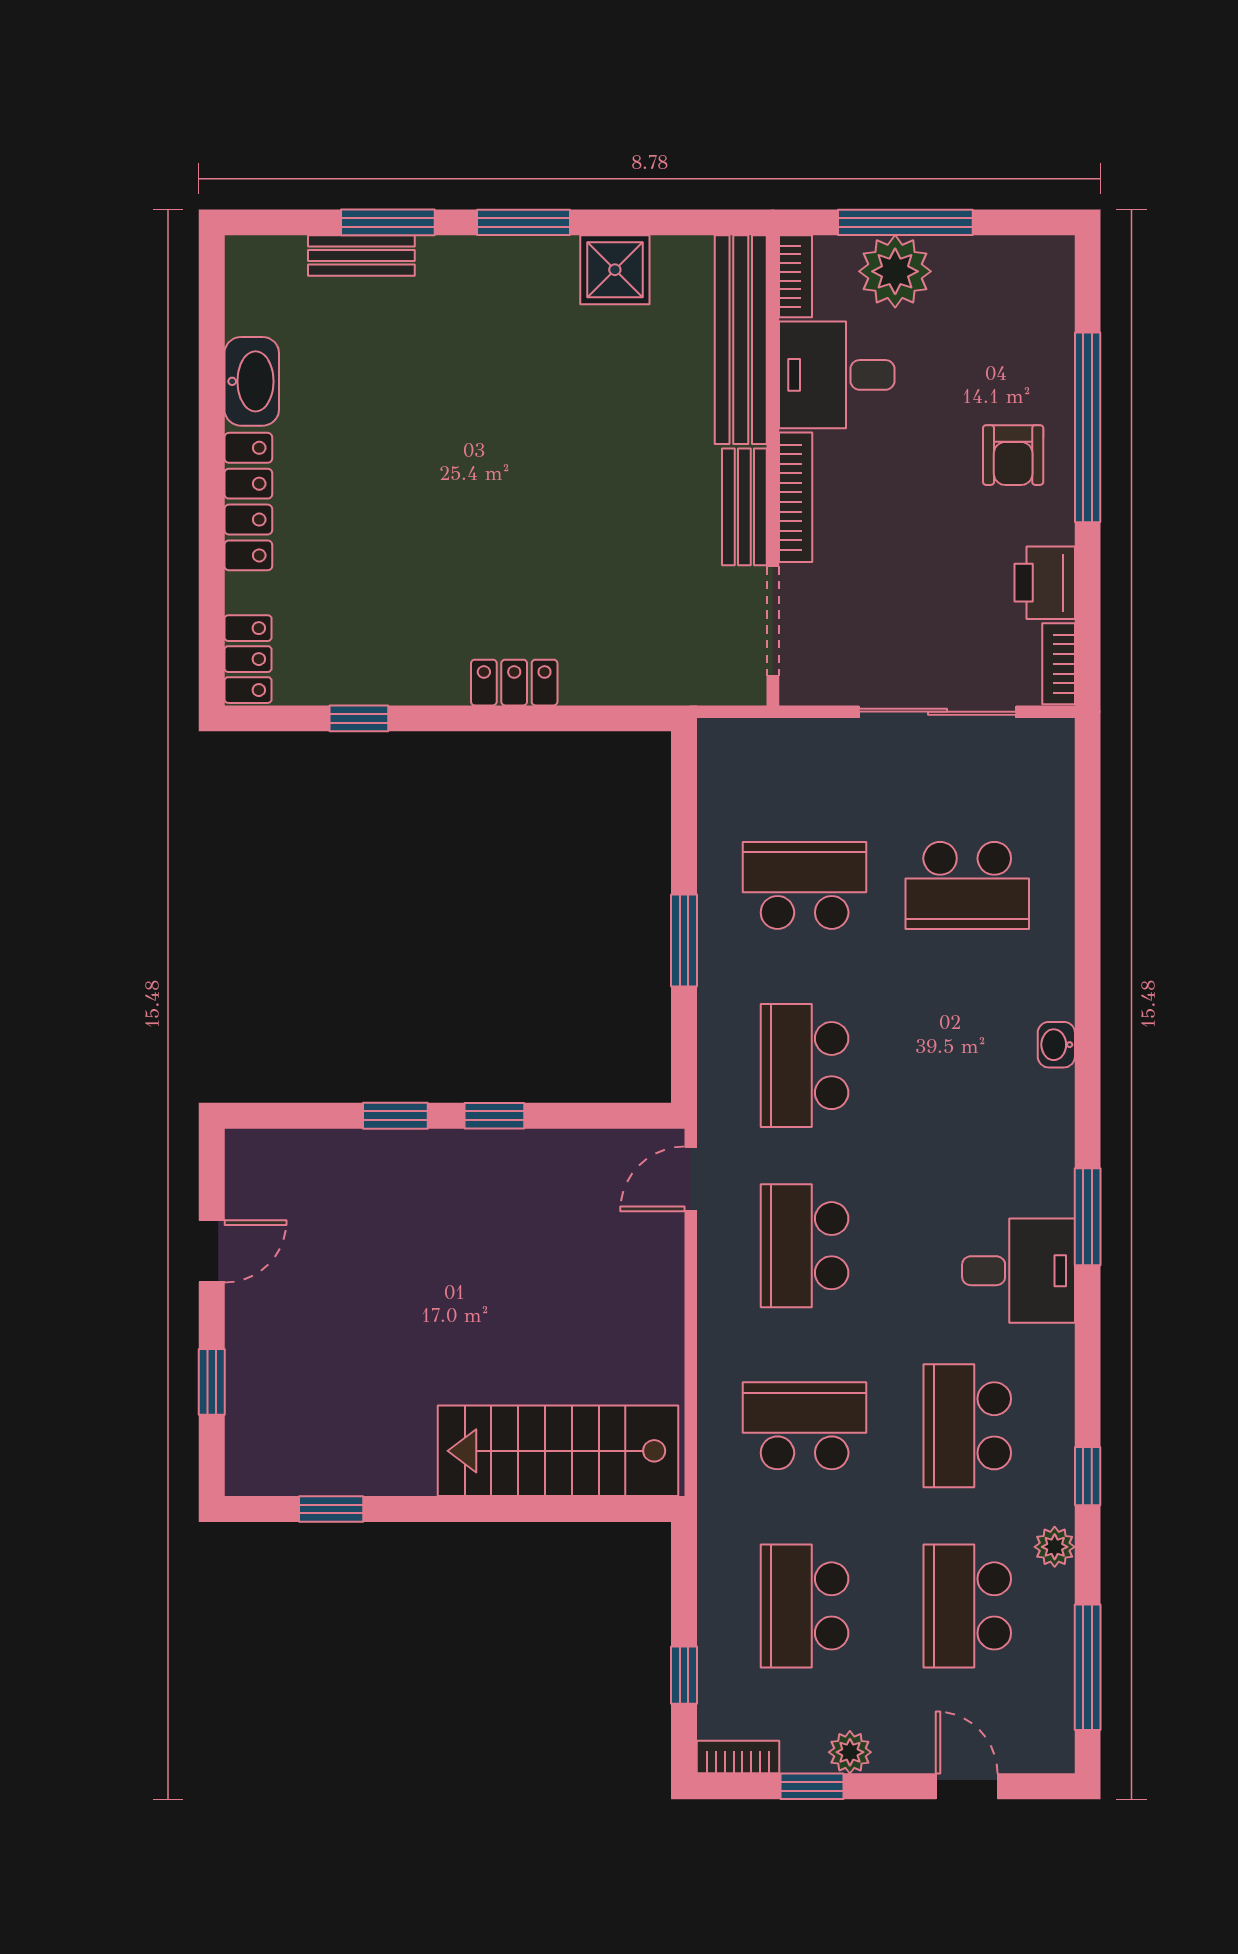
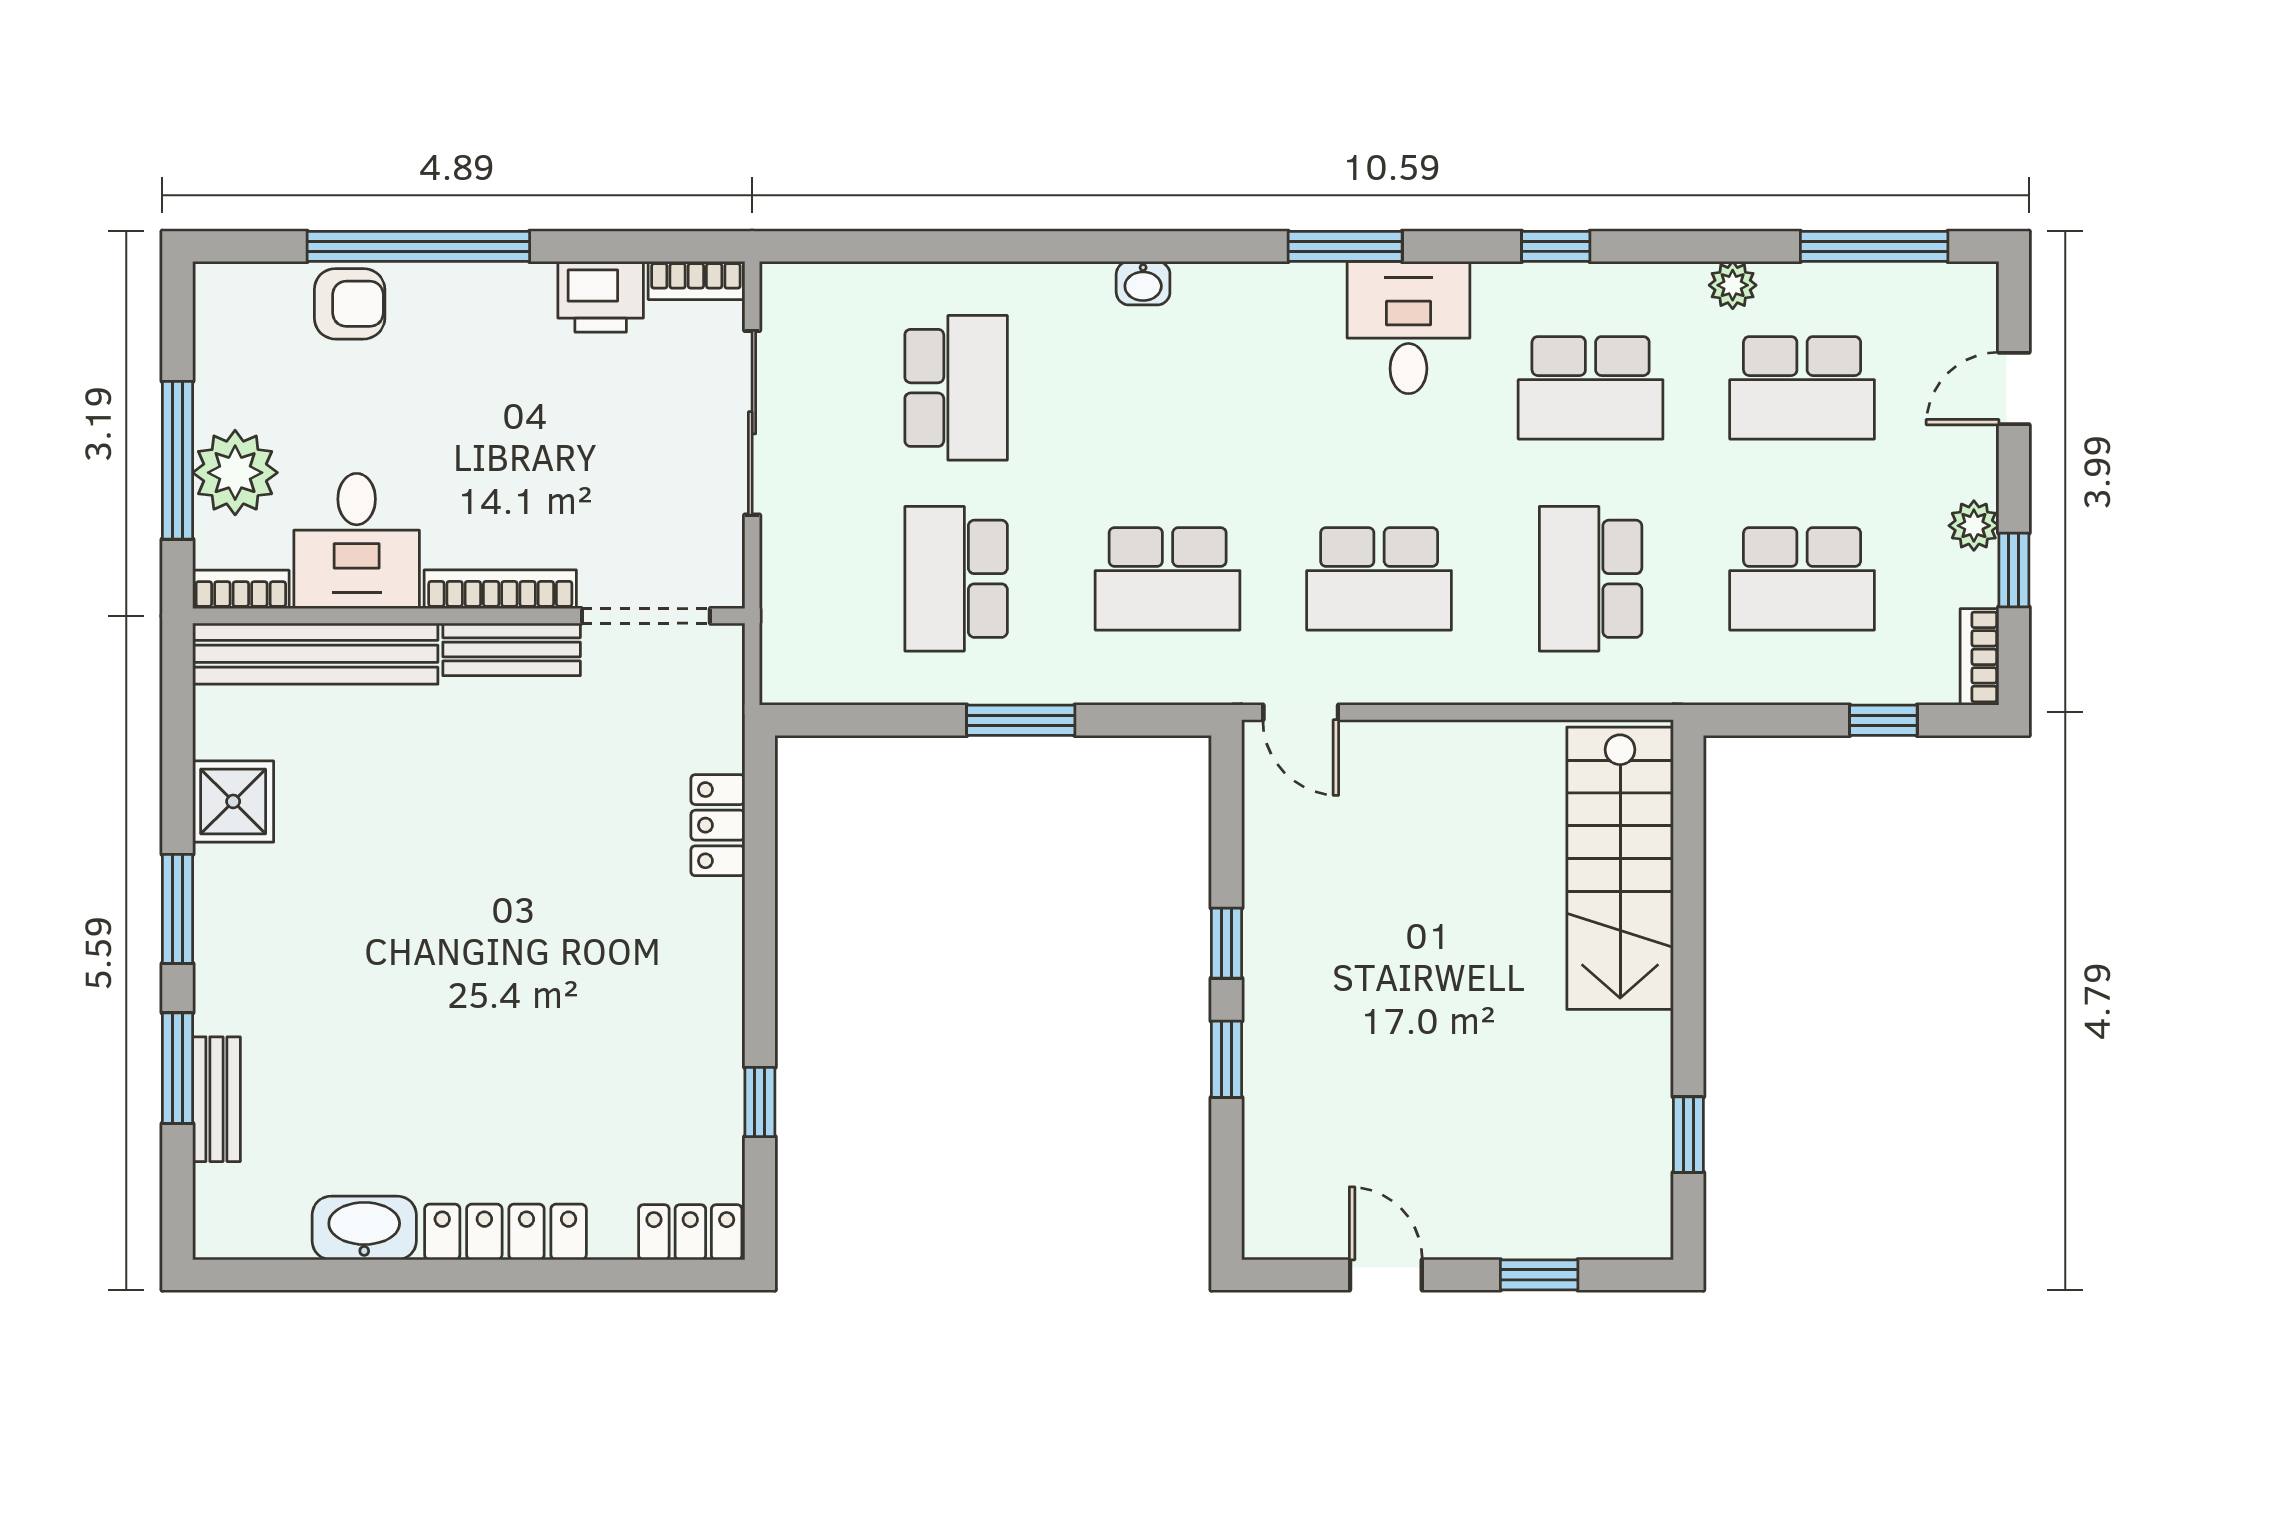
armchair: (1013, 455) -> (350, 304), moved
locker: (514, 683) -> (718, 825), moved
window: (1088, 1476) -> (1556, 246), moved

